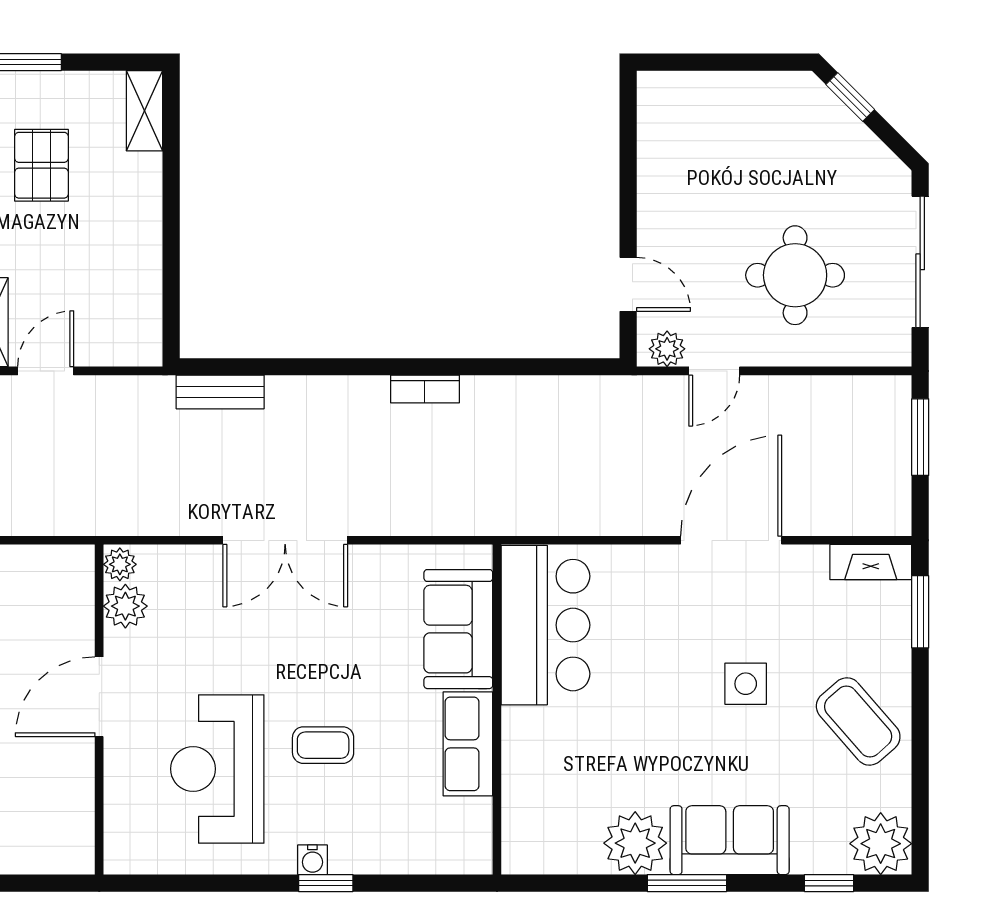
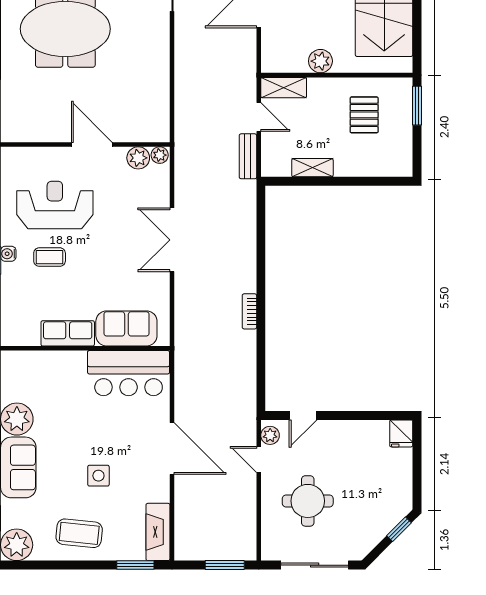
fridge: (663, 93) -> (401, 433), added
shelving: (145, 111) -> (312, 168), moved
pallet: (41, 165) -> (364, 115), turned 90
bench: (220, 392) -> (248, 156), moved
door: (731, 540) -> (172, 448), moved
fireplace: (871, 562) -> (158, 532), width x1.37, depth x1.32
coffee table: (858, 721) -> (79, 533), turned 47
coffee table: (323, 745) -> (50, 257), moved, turned 90

